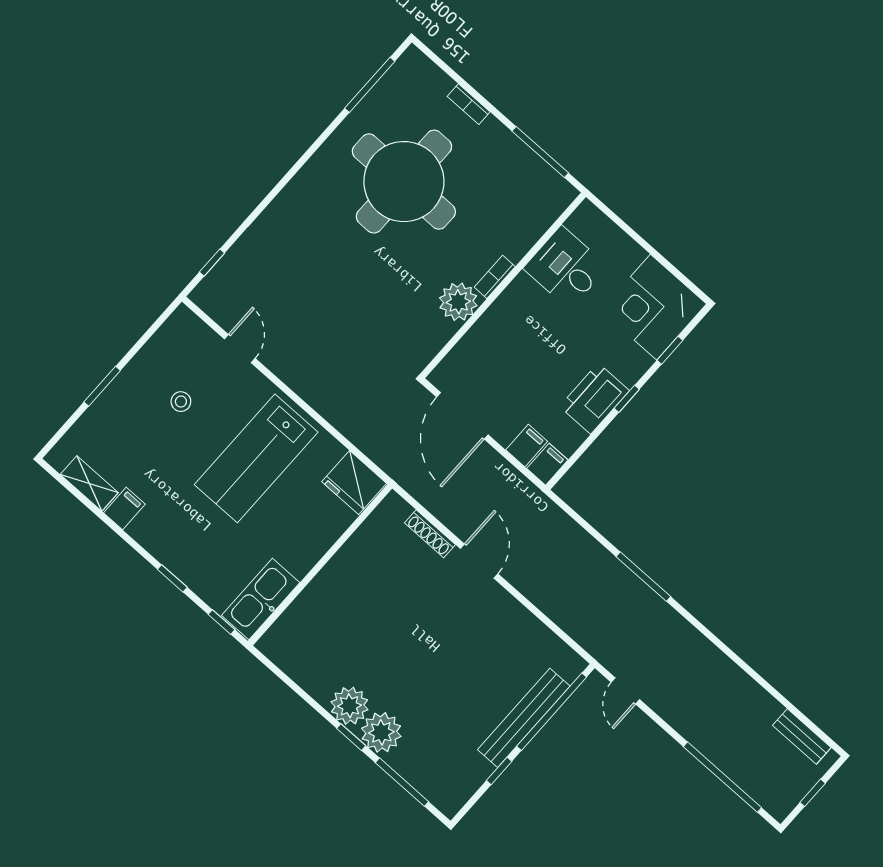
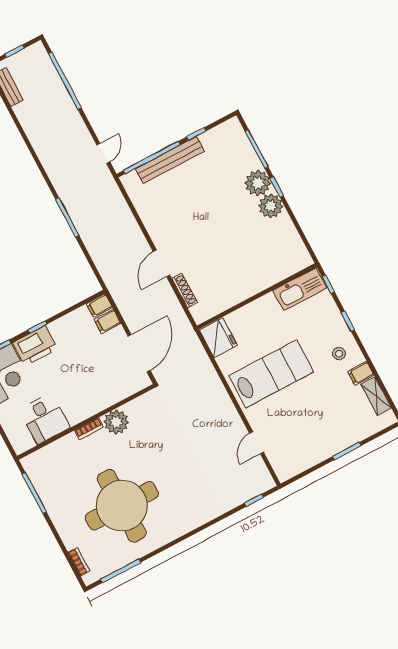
bookcase: (469, 104) -> (79, 562), moved
printer: (594, 398) -> (35, 346), moved
stool: (181, 402) -> (339, 354), moved

